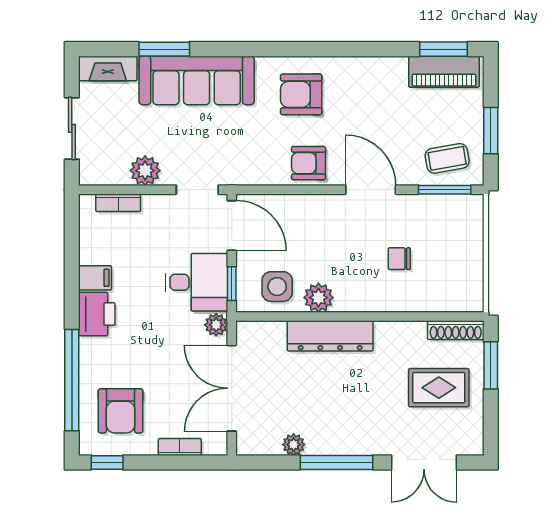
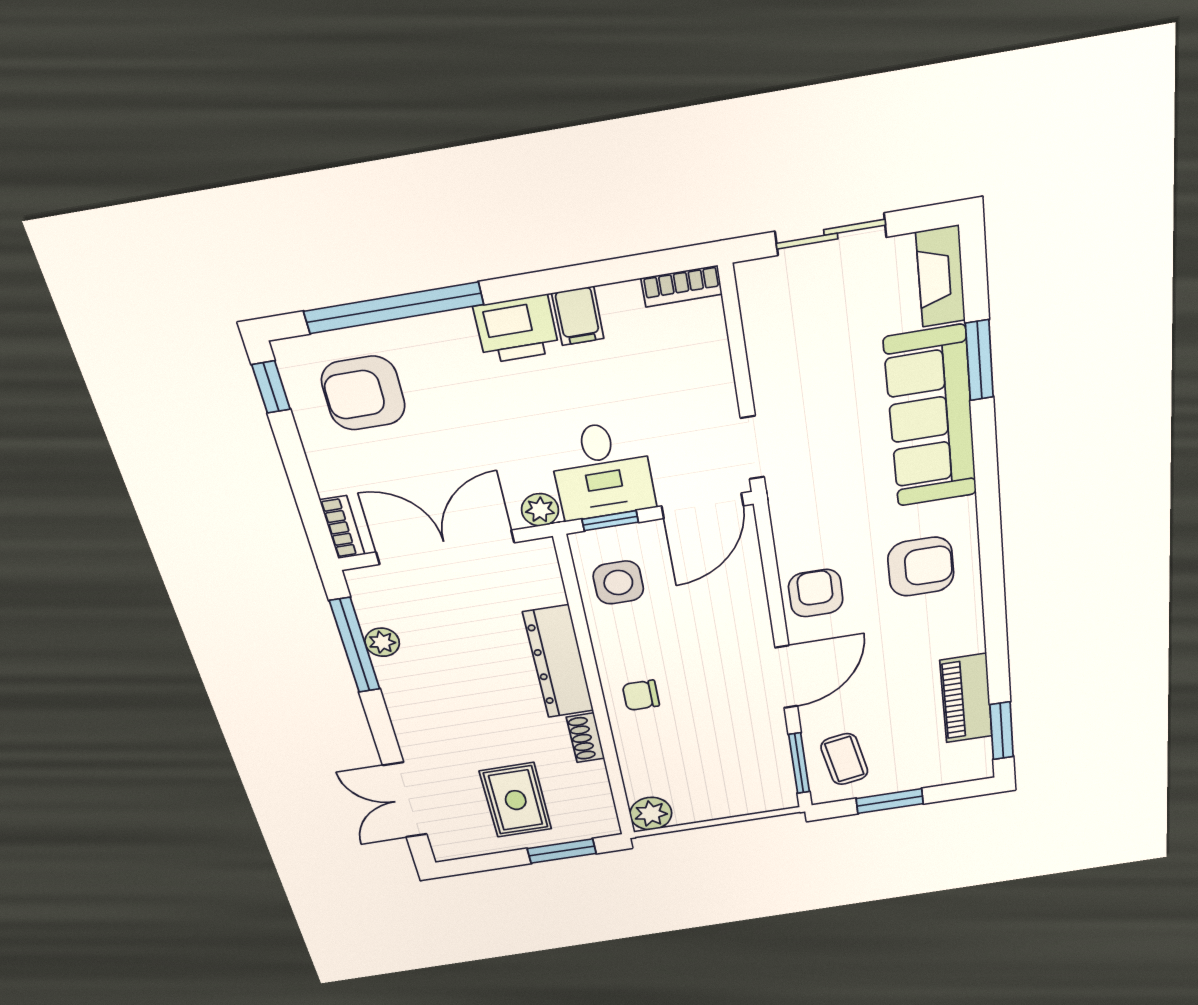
piano: (444, 72) -> (966, 698), moved
armchair: (301, 94) -> (921, 567), turned 90
plant: (145, 171) -> (773, 364), removed
bookcase: (118, 203) -> (682, 286), moved, turned -90
chair: (399, 259) -> (641, 695), moved, turned -90
plant: (318, 298) -> (651, 814), moved
shoe rack: (456, 330) -> (586, 738), moved, width x0.70
bookcase: (180, 447) -> (342, 527), moved
window: (337, 462) -> (355, 645), moved

